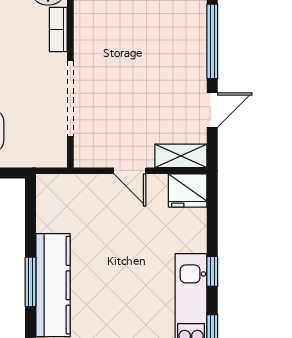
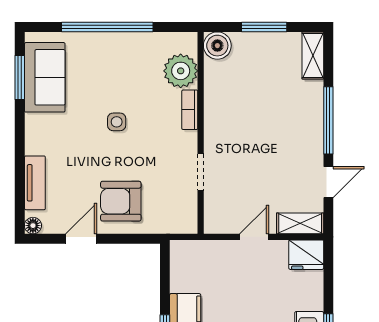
doorway: (70, 99) -> (201, 172), width x0.53
door: (130, 171) -> (254, 237), swing flipped

